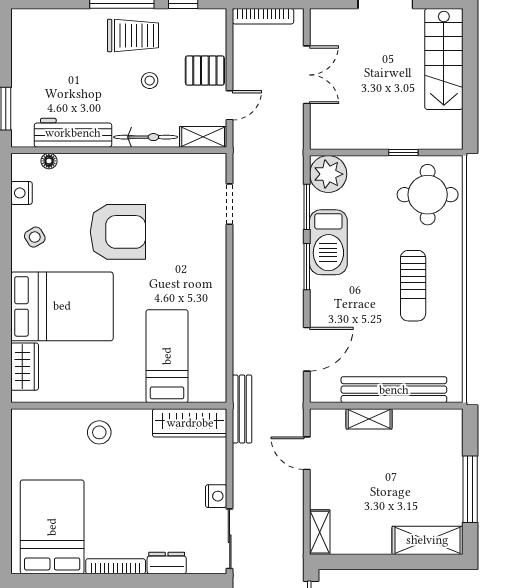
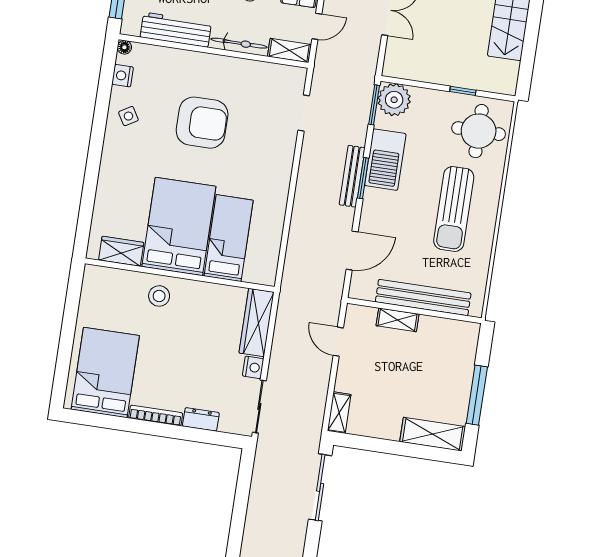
floor lamp: (49, 161) -> (124, 47), moved
window: (307, 207) -> (374, 105), moved
sun lounger: (413, 286) -> (454, 209), width x1.36, depth x1.34
bed: (62, 306) -> (179, 226), moved, turned -90
wardrobe: (25, 367) -> (121, 251), moved, turned -90
bench: (242, 409) -> (352, 176), moved
wardrobe: (190, 423) -> (257, 323), moved, turned 90

